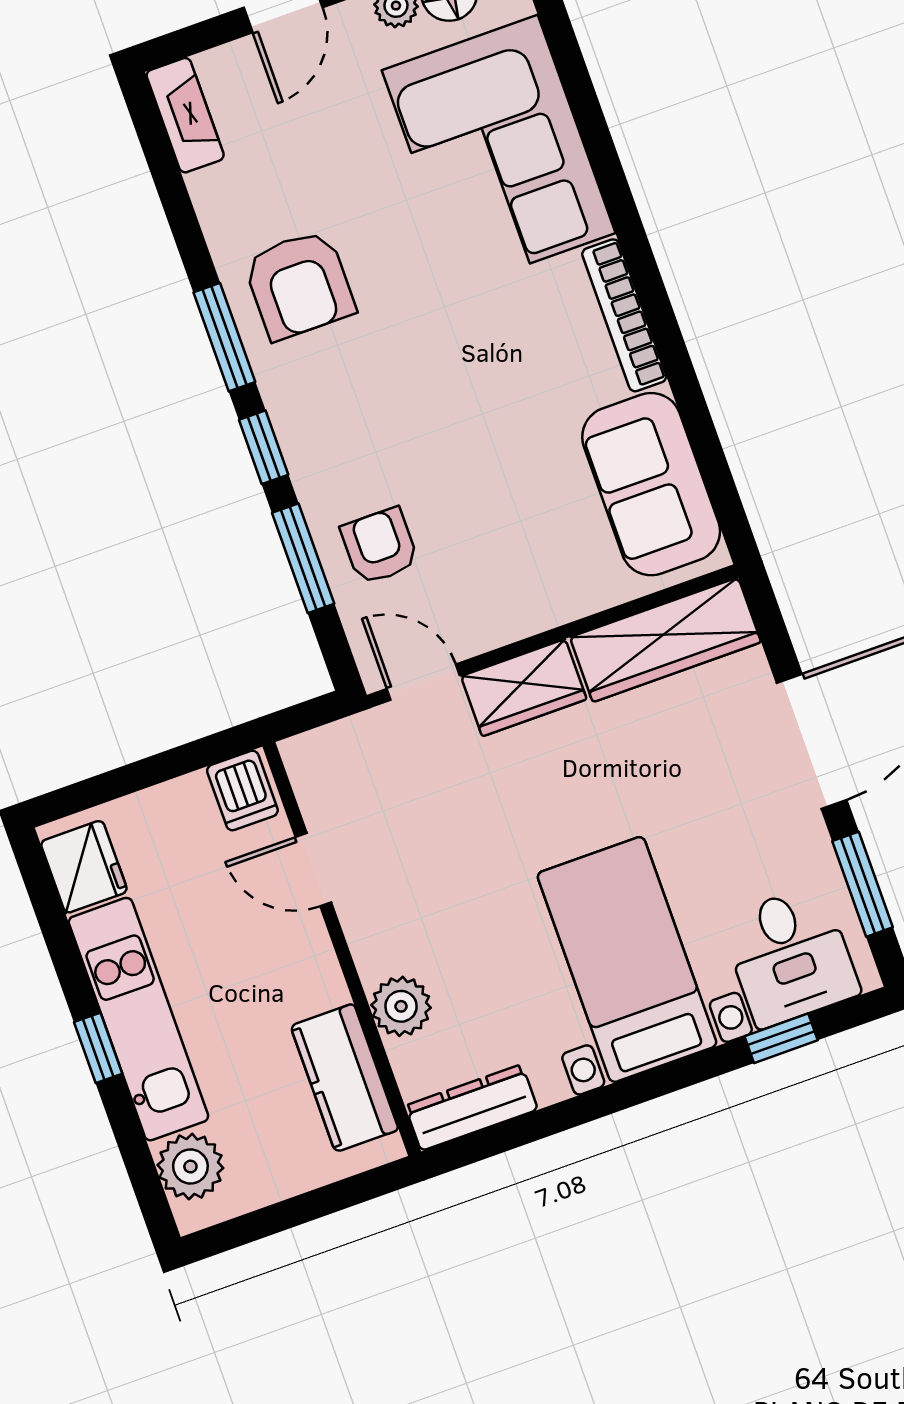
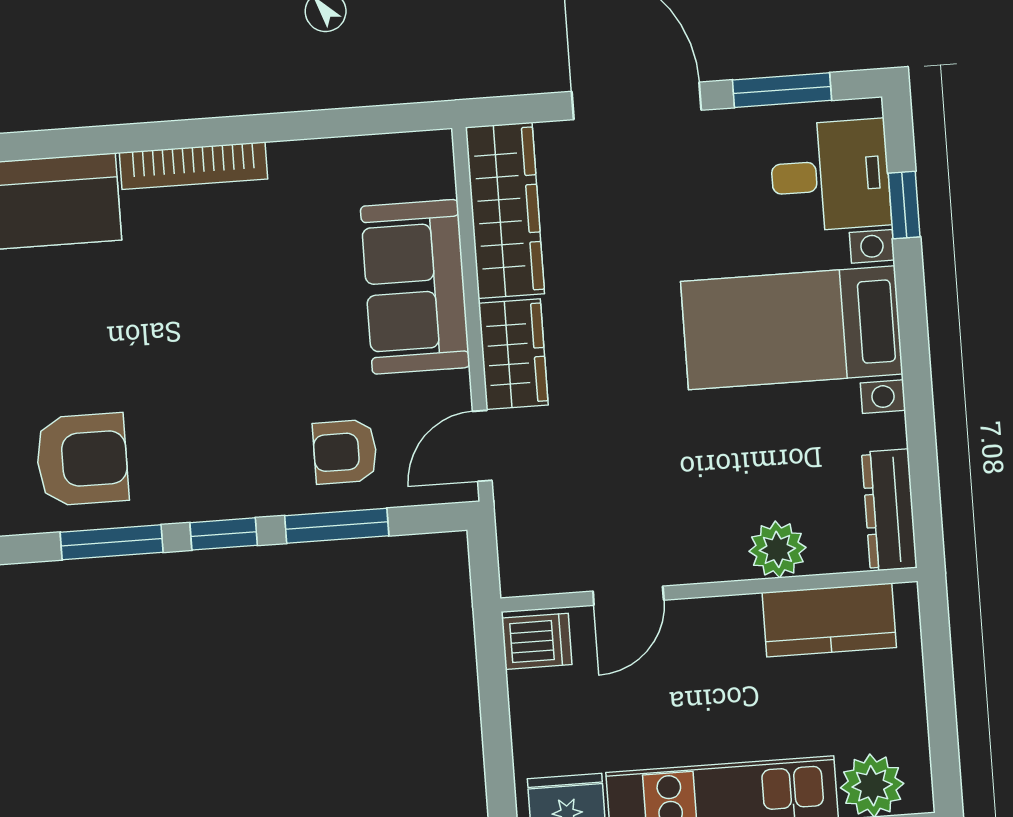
sofa: (651, 484) -> (415, 287), moved, turned 90

